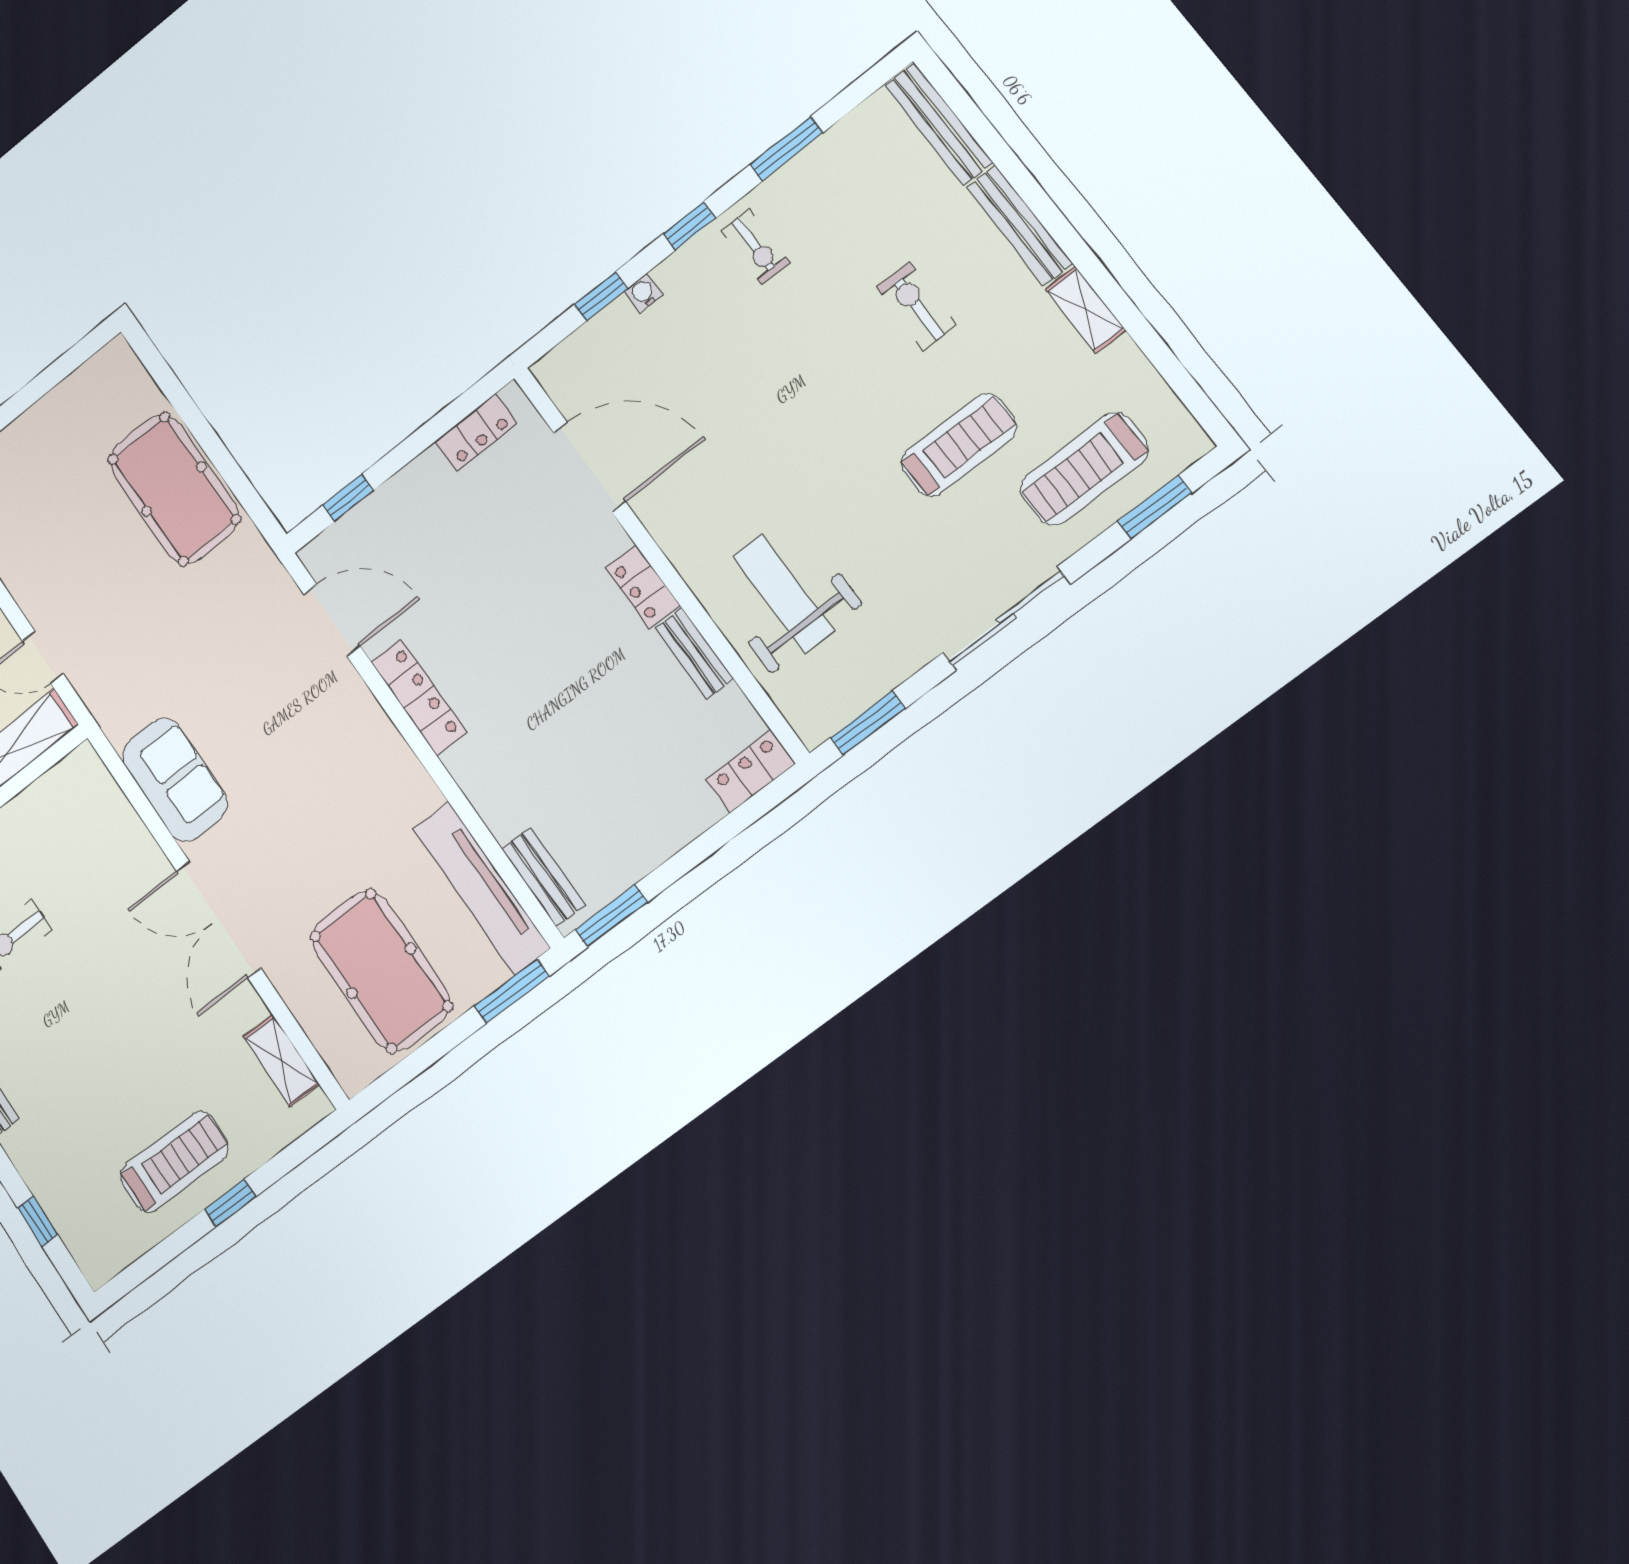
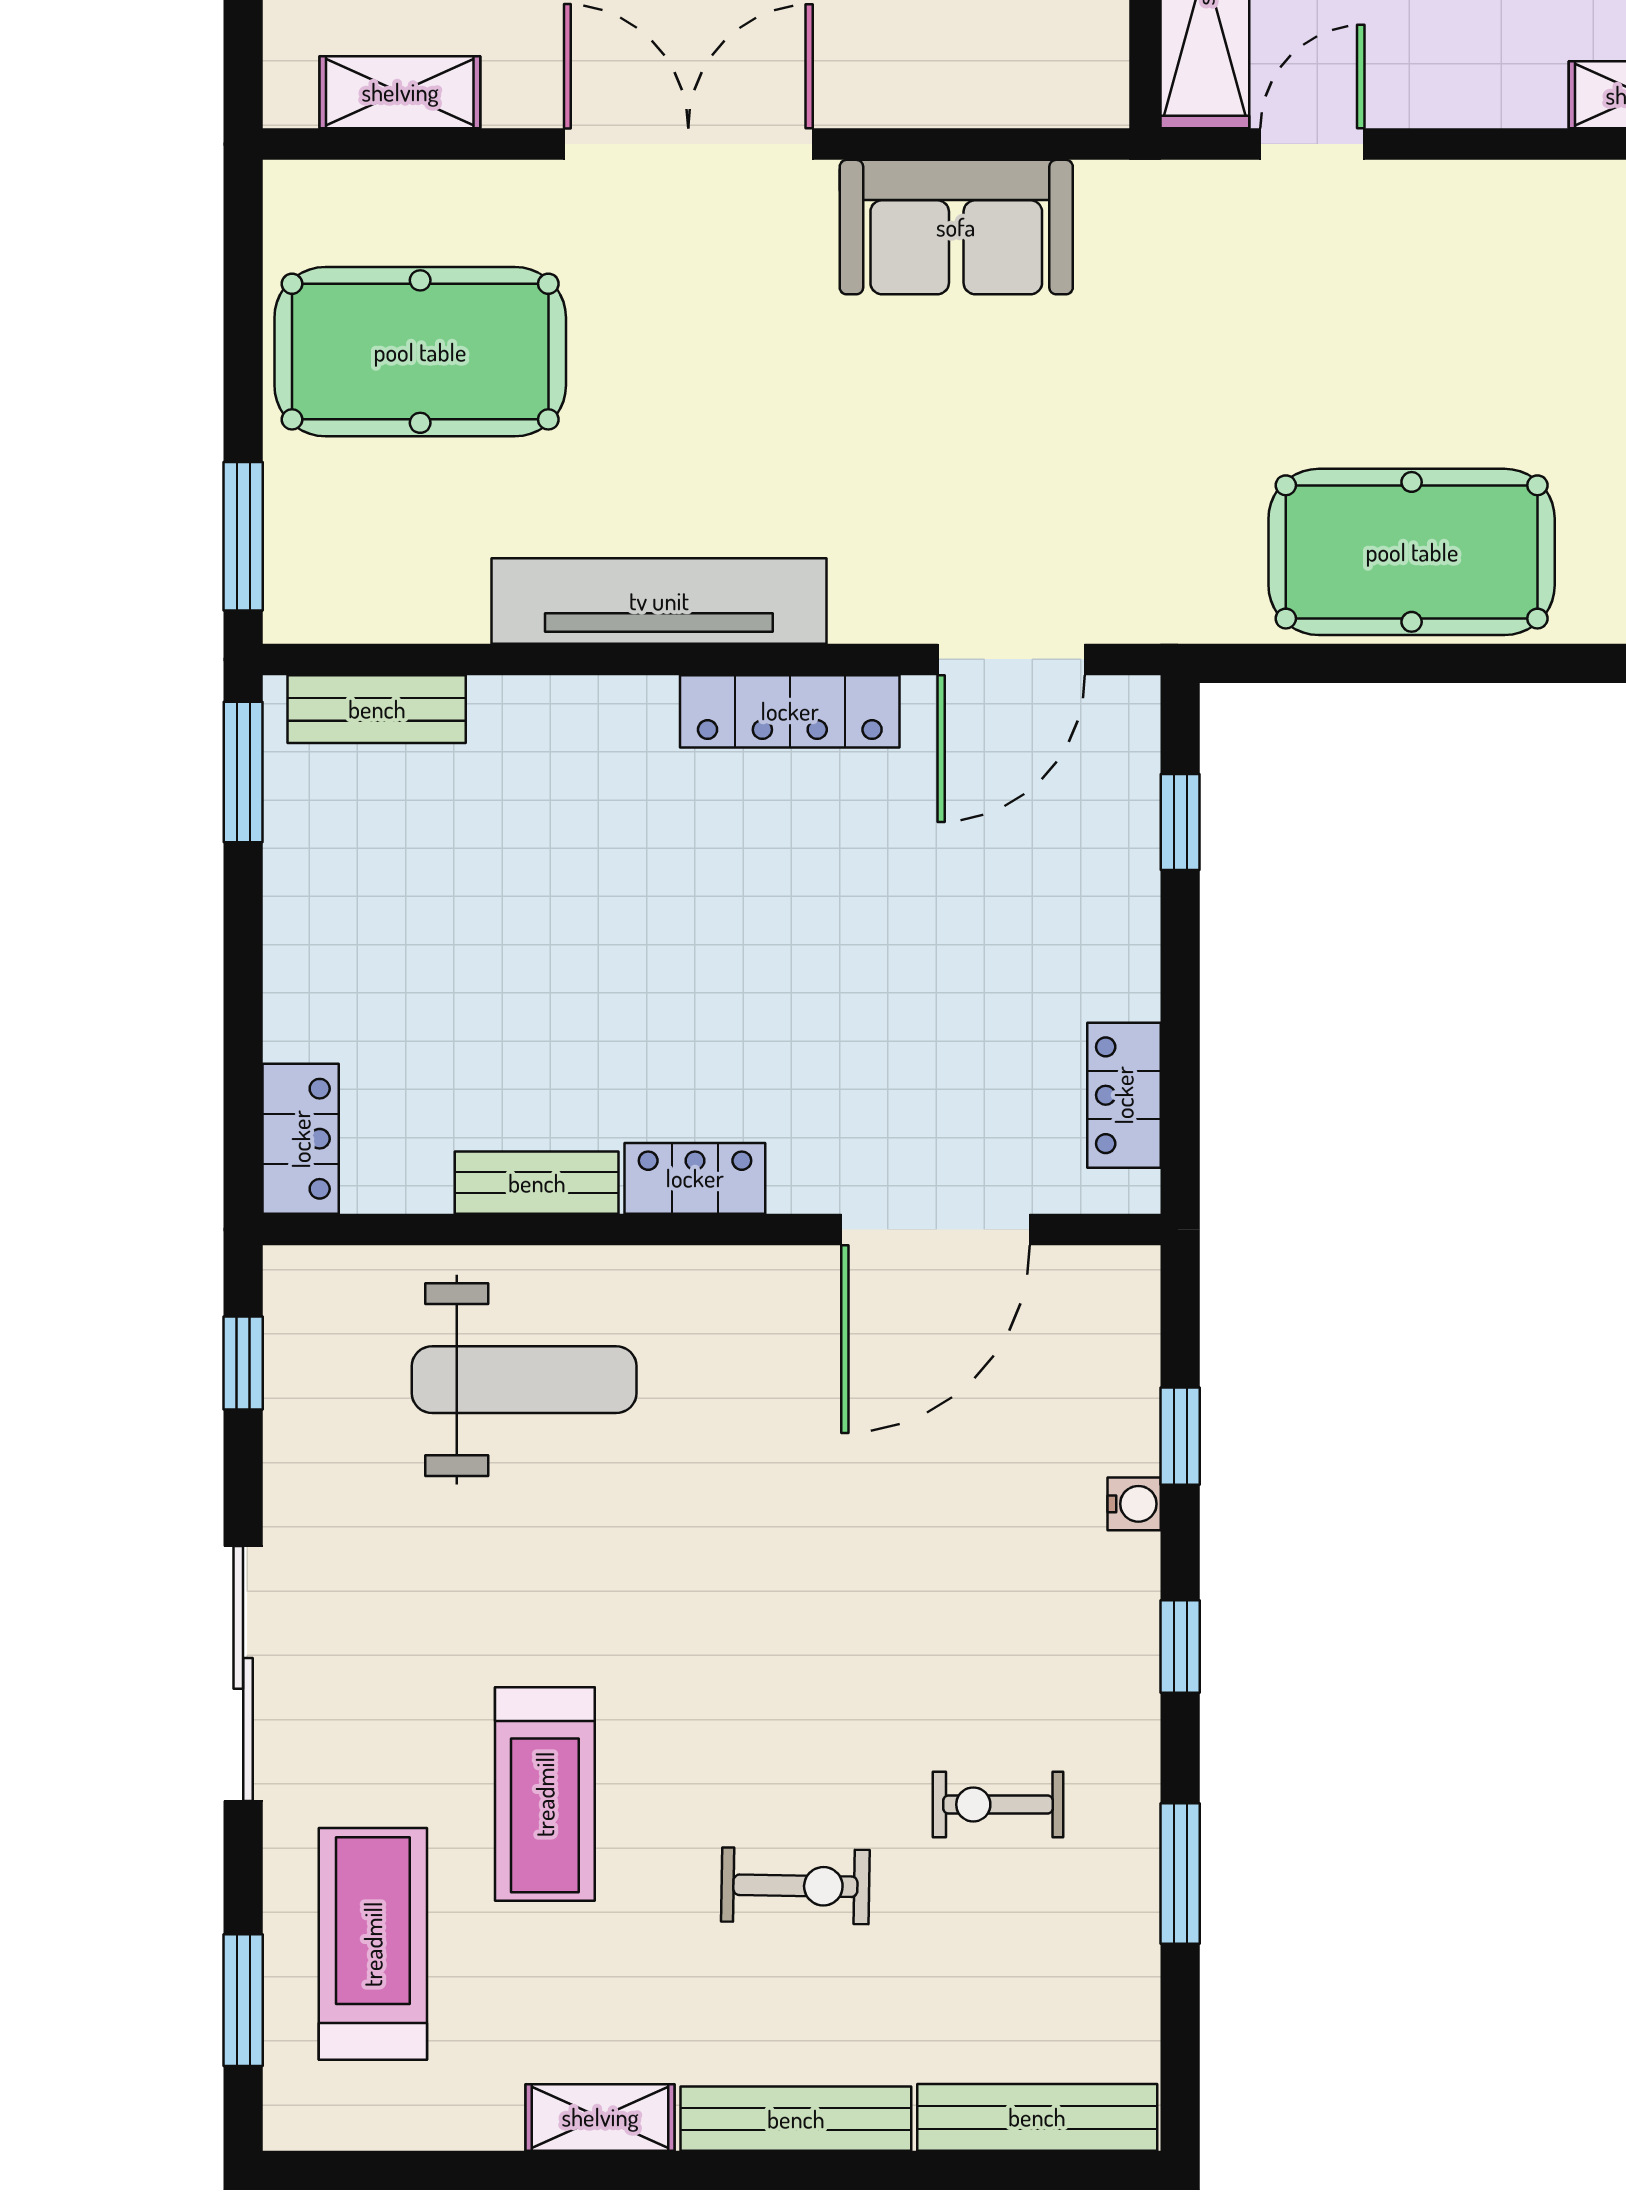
exercise bike: (756, 247) -> (998, 1804), moved
window: (868, 723) -> (243, 1363), width x0.67
tv unit: (482, 888) -> (659, 601), moved

